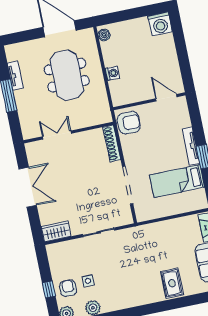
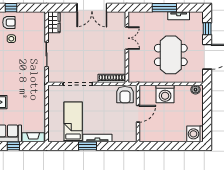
window: (24, 36) -> (207, 29), added
washing machine: (112, 73) -> (165, 94), width x1.89, depth x1.89
meeting table: (67, 75) -> (171, 55), turned 90
door: (166, 98) -> (138, 114), moved

